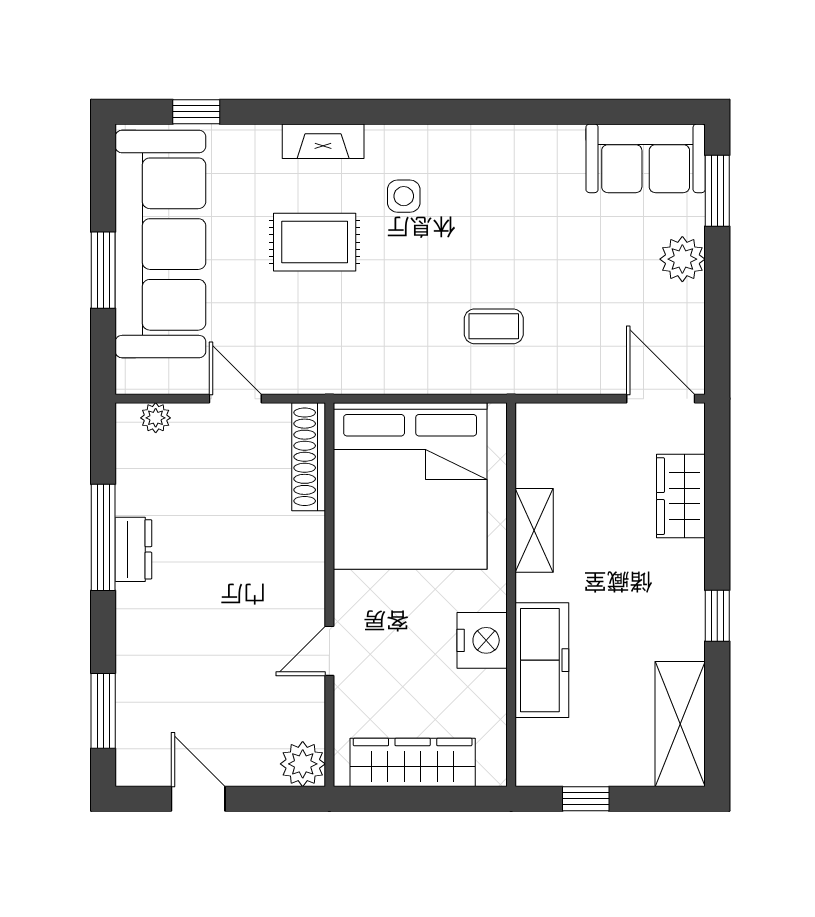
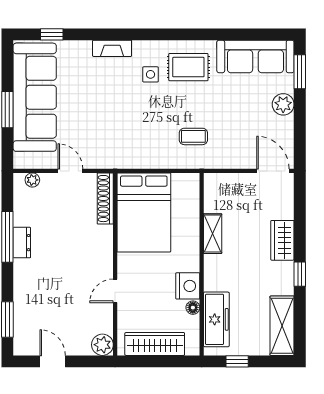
sofa: (646, 158) -> (255, 56), width x1.36
rug: (315, 242) -> (188, 67), moved
bed: (410, 486) -> (144, 212), width x0.73
wardrobe: (681, 496) -> (282, 240), moved
freezer: (542, 660) -> (216, 319), moved
floor lamp: (493, 686) -> (193, 308), added

